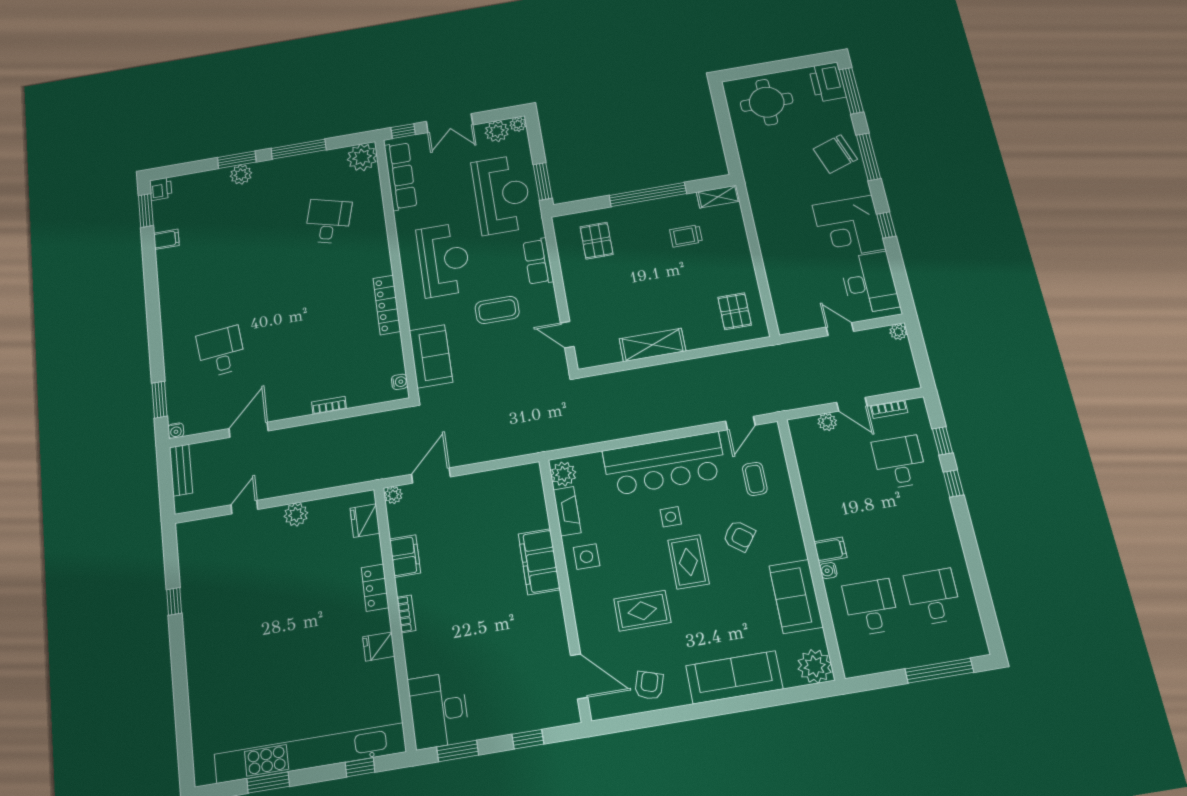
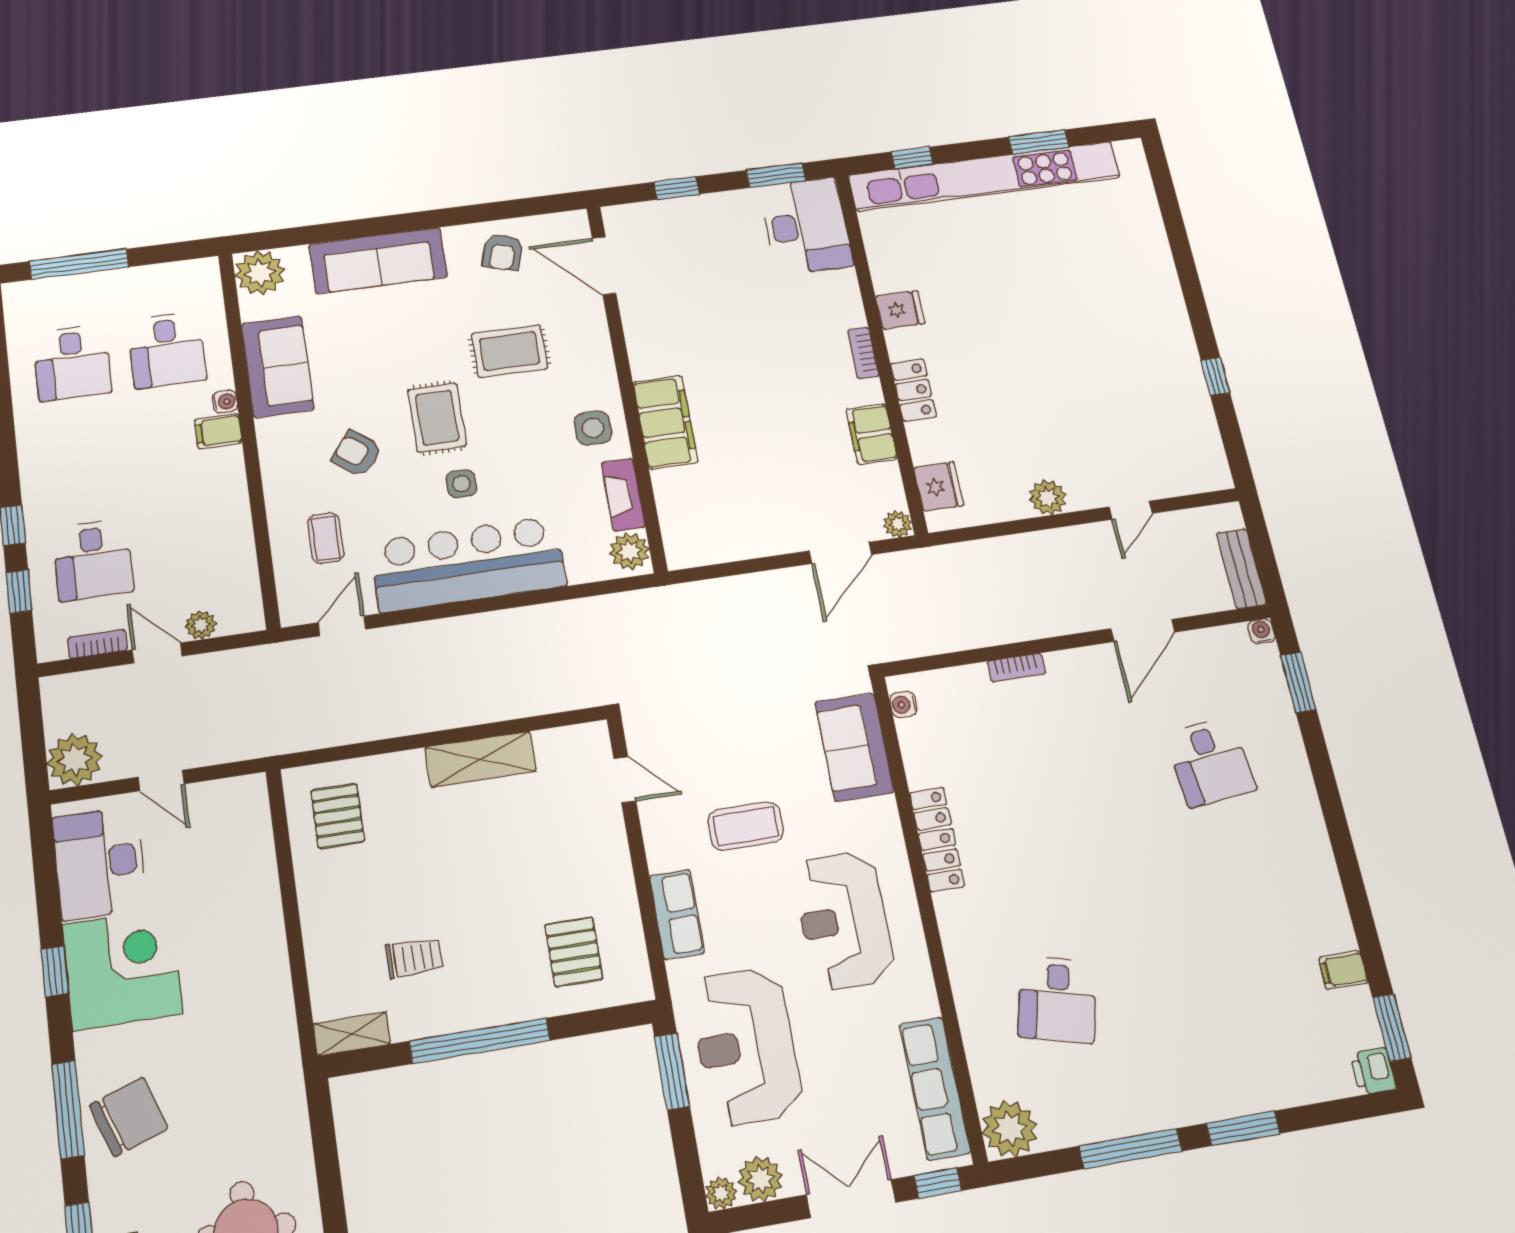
plant: (241, 175) -> (1230, 1097), removed
plant: (898, 332) -> (75, 760), width x1.88, depth x1.88

